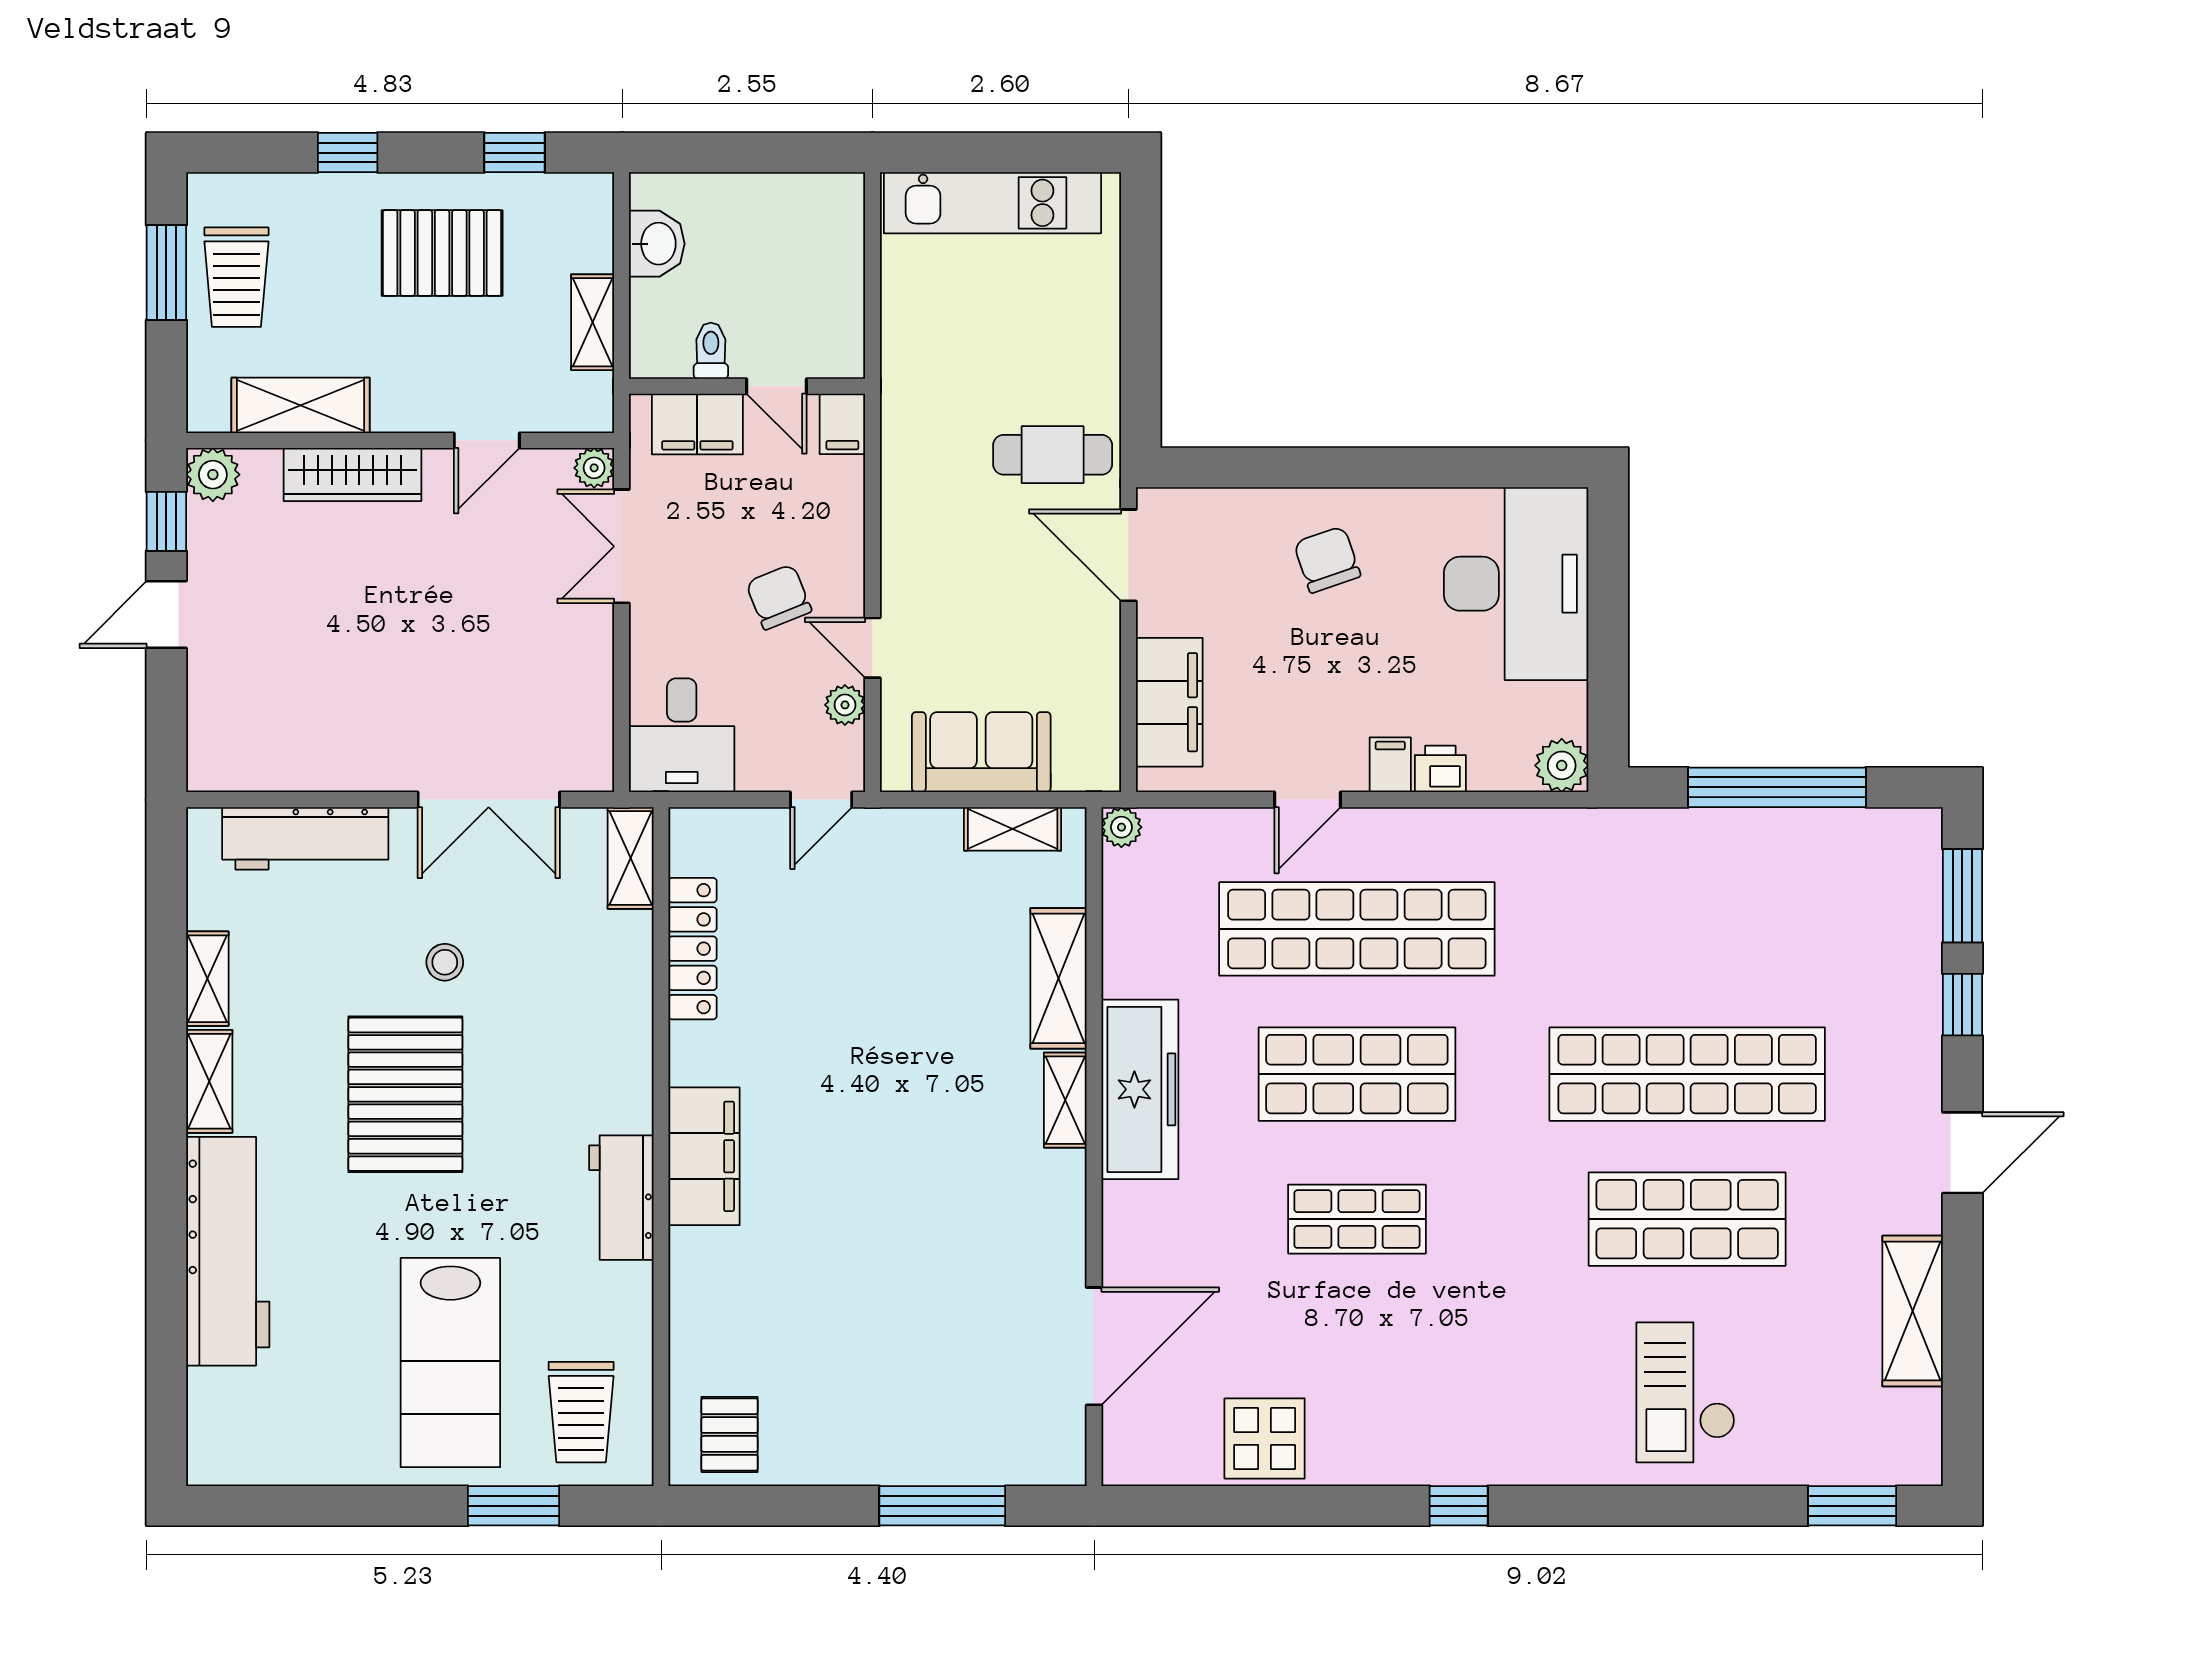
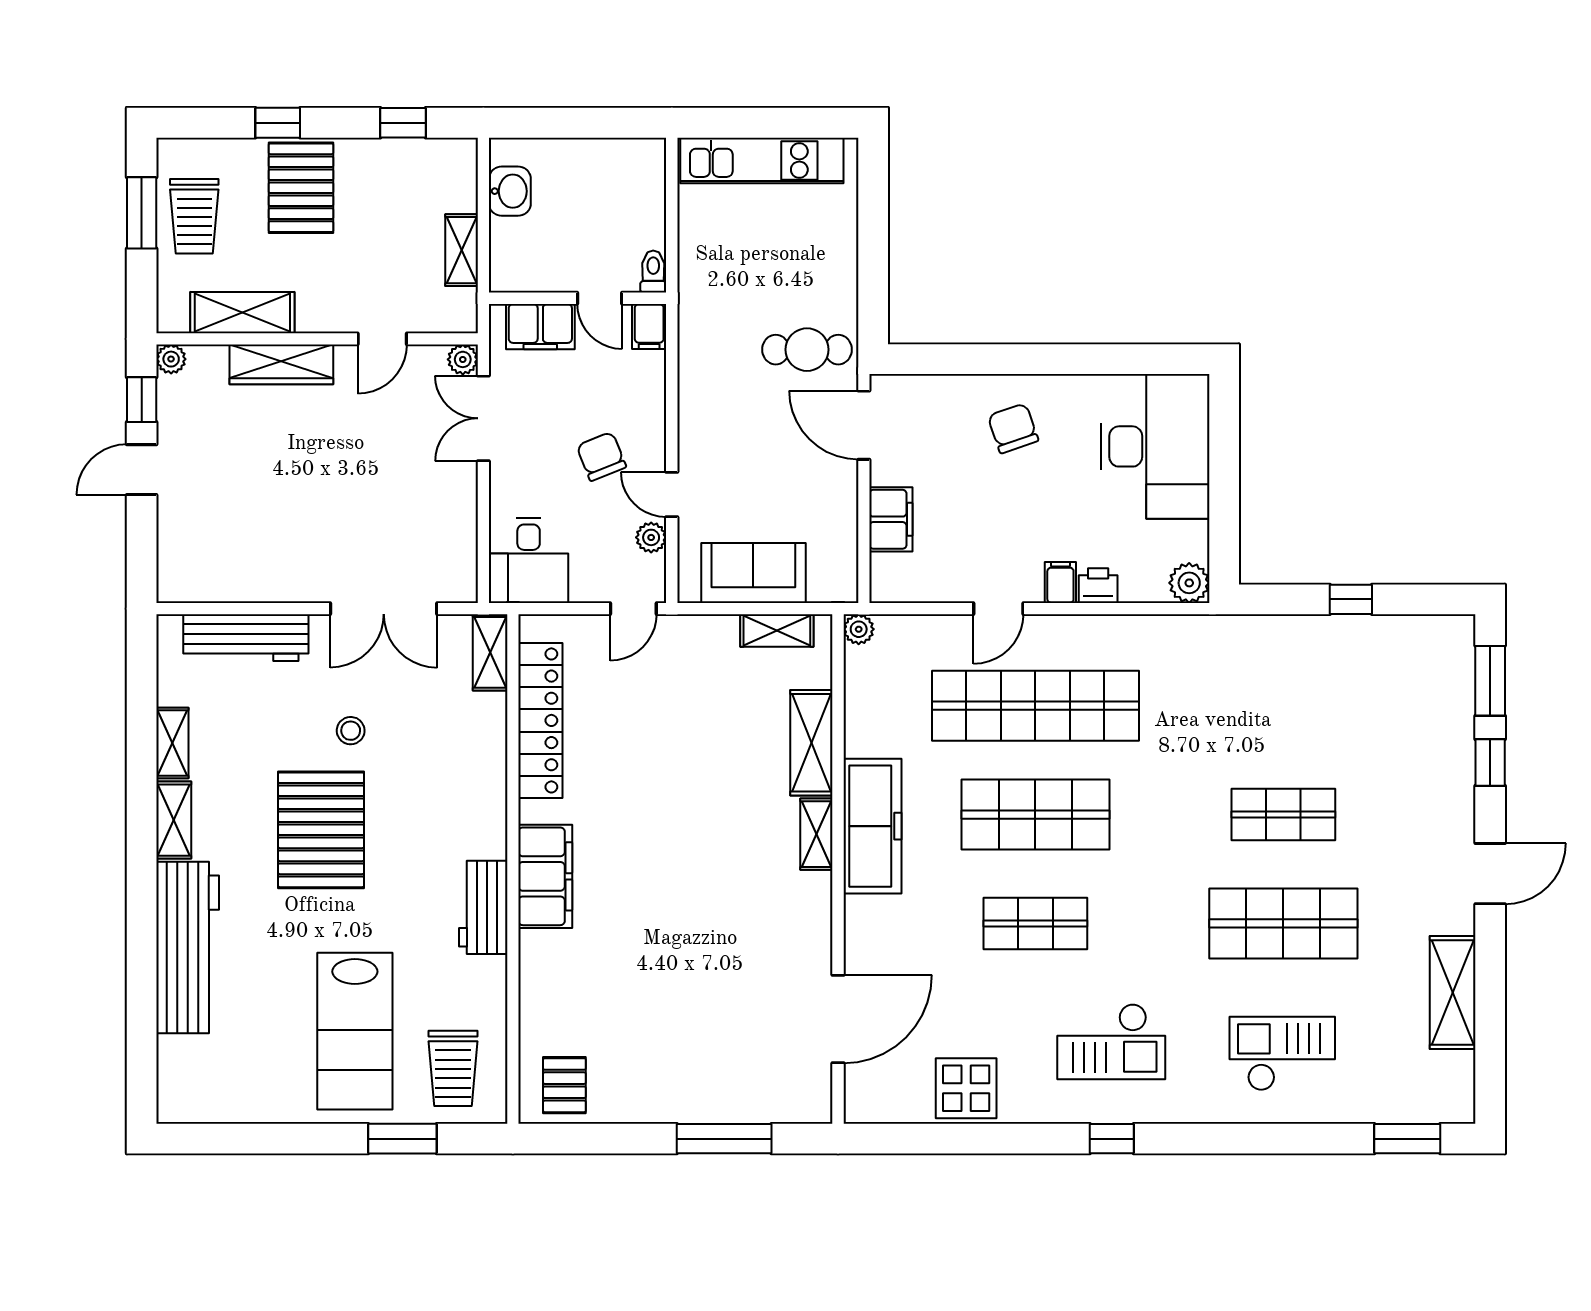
pallet: (442, 253) -> (301, 188), moved, turned 90
toilet: (711, 351) -> (653, 272), moved
plant: (213, 475) -> (171, 359), width x0.73, depth x0.73
filing cabinet: (1169, 702) -> (891, 519), width x0.67, depth x0.86
window: (1777, 787) -> (1351, 599), width x0.32
locker: (692, 949) -> (540, 720), width x1.41, depth x1.21
shop shelf: (1687, 1074) -> (1283, 815), width x0.50, depth x0.74
checkout: (1458, 1376) -> (1111, 1042), added
checkout: (1686, 1392) -> (1282, 1054), turned 90

